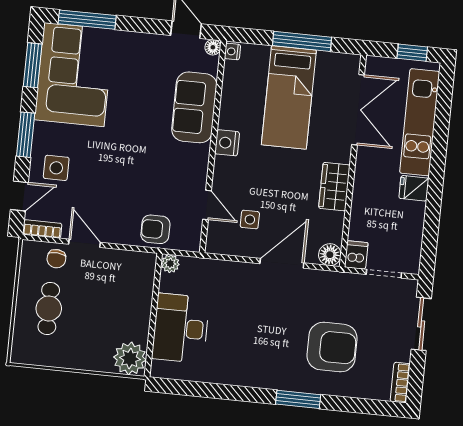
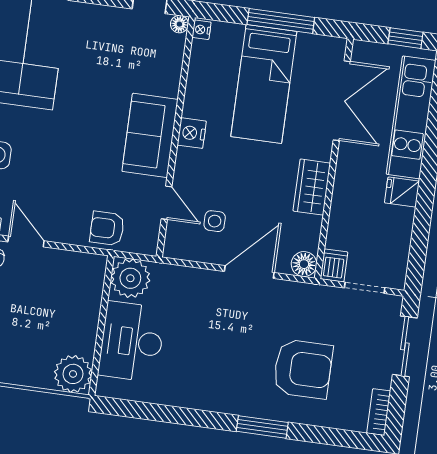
sofa: (194, 107) -> (150, 135), moved
plant: (170, 264) -> (130, 278), width x1.88, depth x1.88

